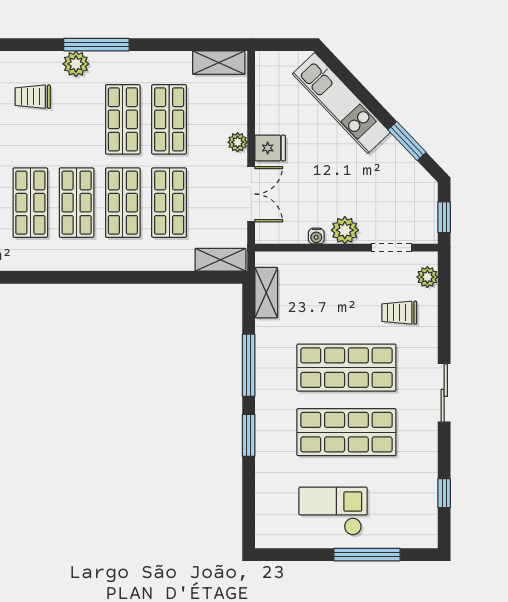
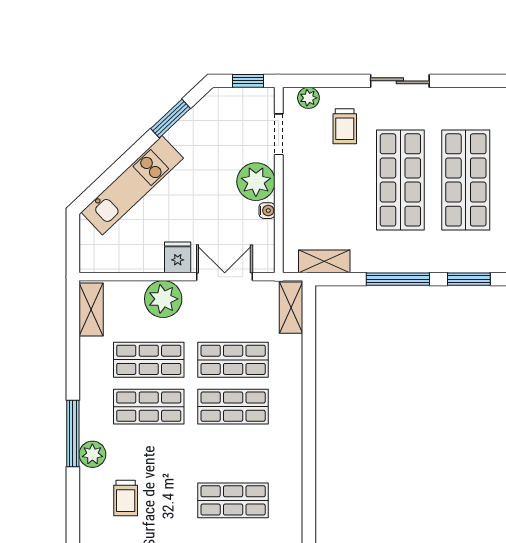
plant: (238, 142) -> (163, 299), width x1.88, depth x1.88
shop shelf: (77, 203) -> (233, 454), removed
plant: (345, 230) -> (256, 182), width x1.36, depth x1.36
sliding door: (444, 393) -> (400, 81), moved

